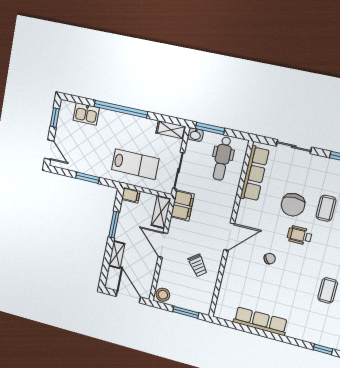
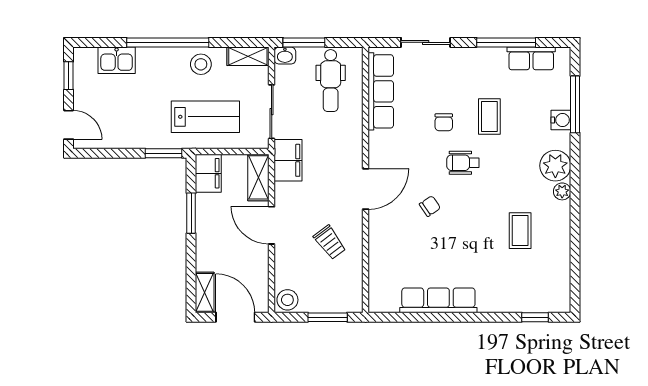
stool: (139, 128) -> (201, 64), added
window: (87, 178) -> (164, 153), moved
filing cabinet: (131, 195) -> (208, 173), width x2.00
chair: (293, 205) -> (444, 122), width x0.54, depth x0.54
shelving: (117, 255) -> (205, 292), moved

